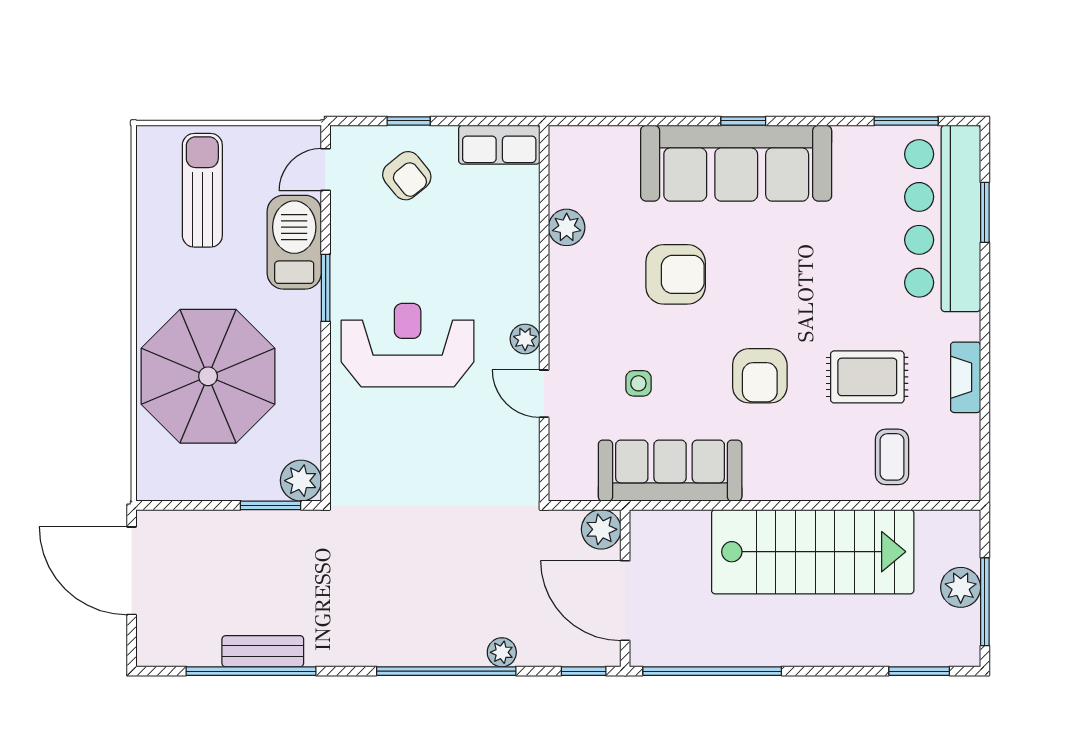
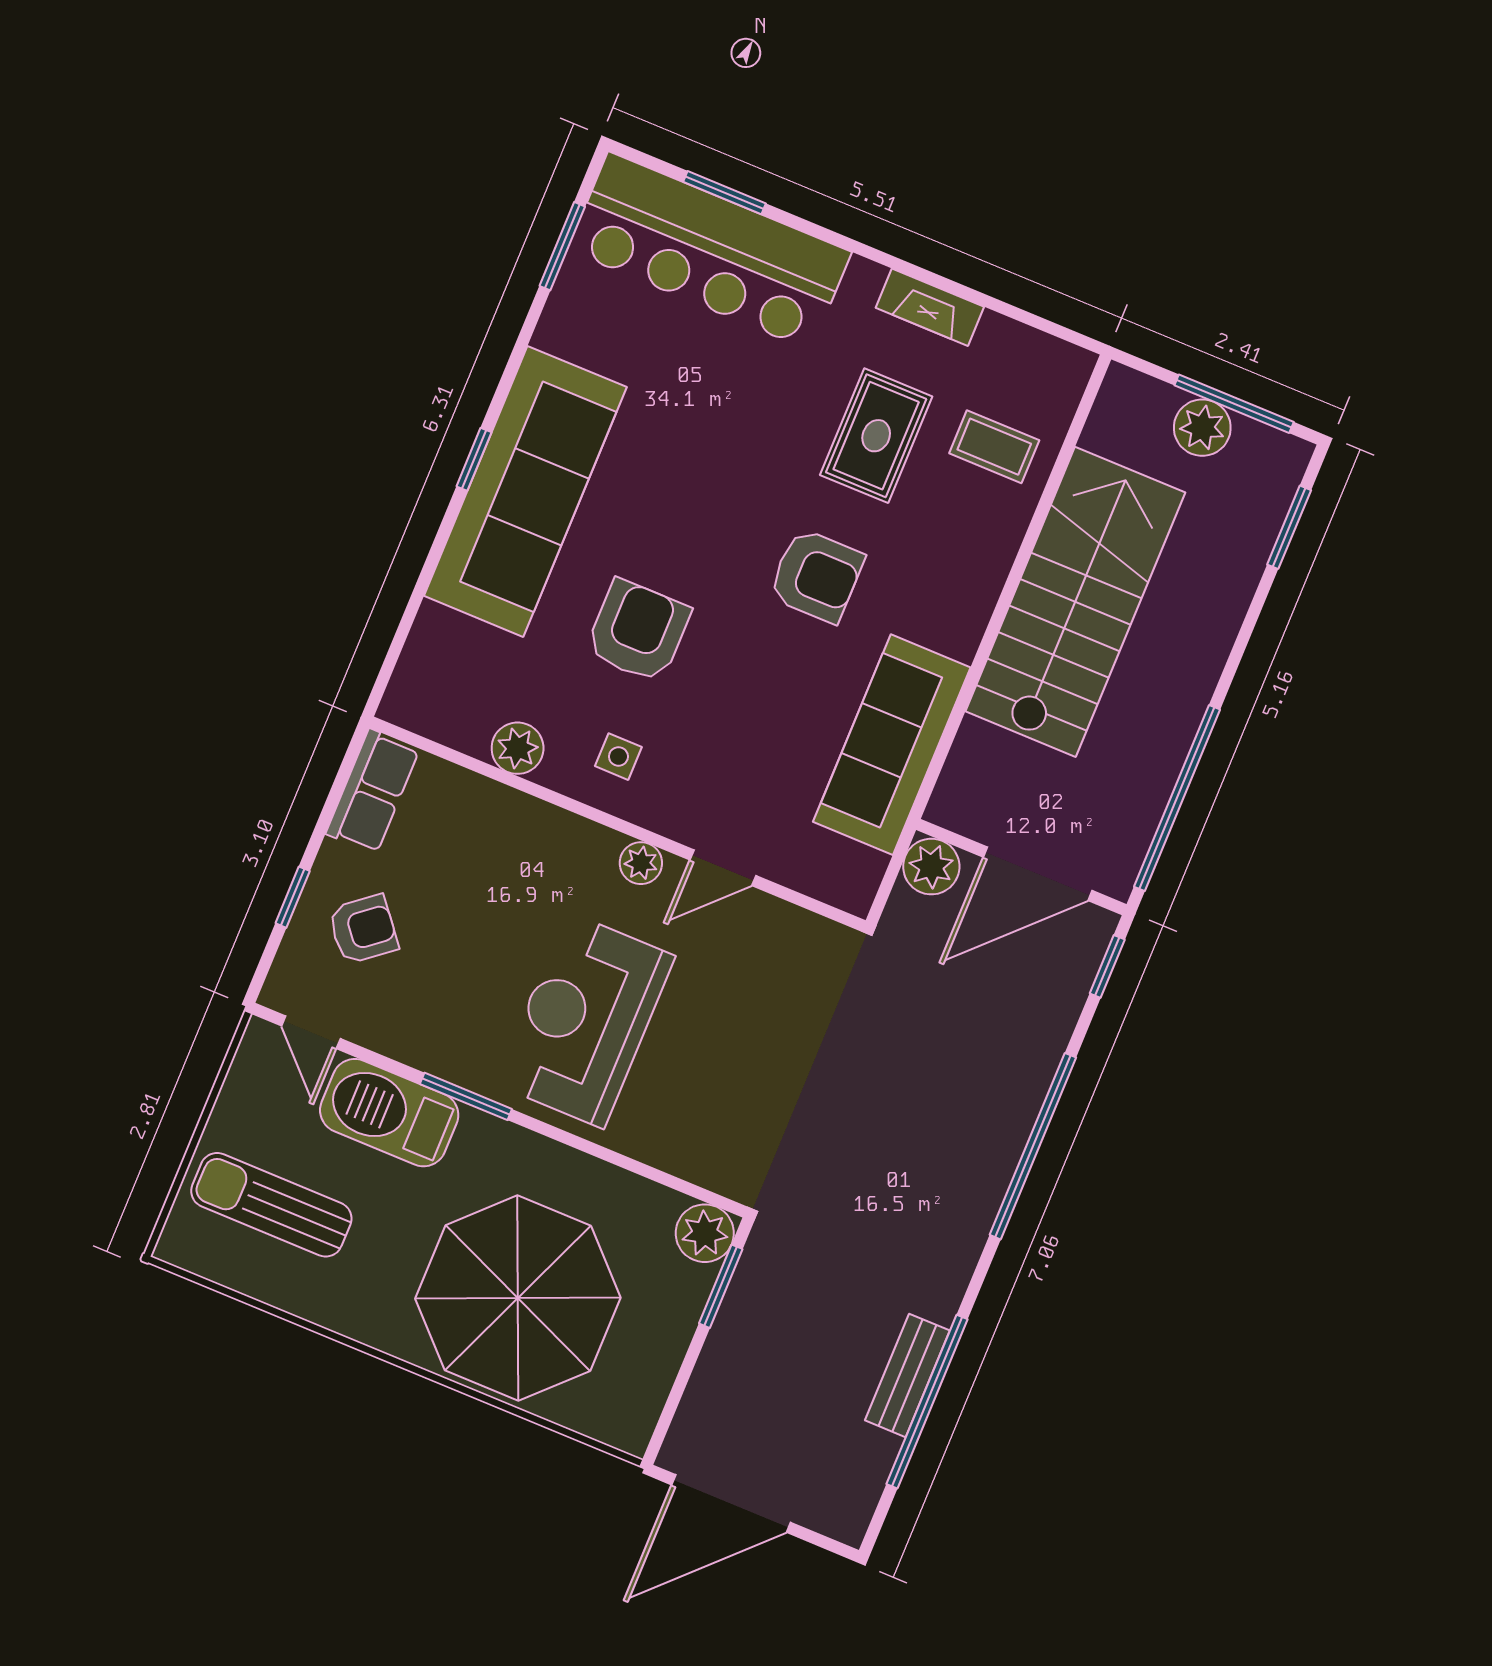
side table: (638, 383) -> (618, 757), moved
plant: (502, 652) -> (1038, 1063), removed

